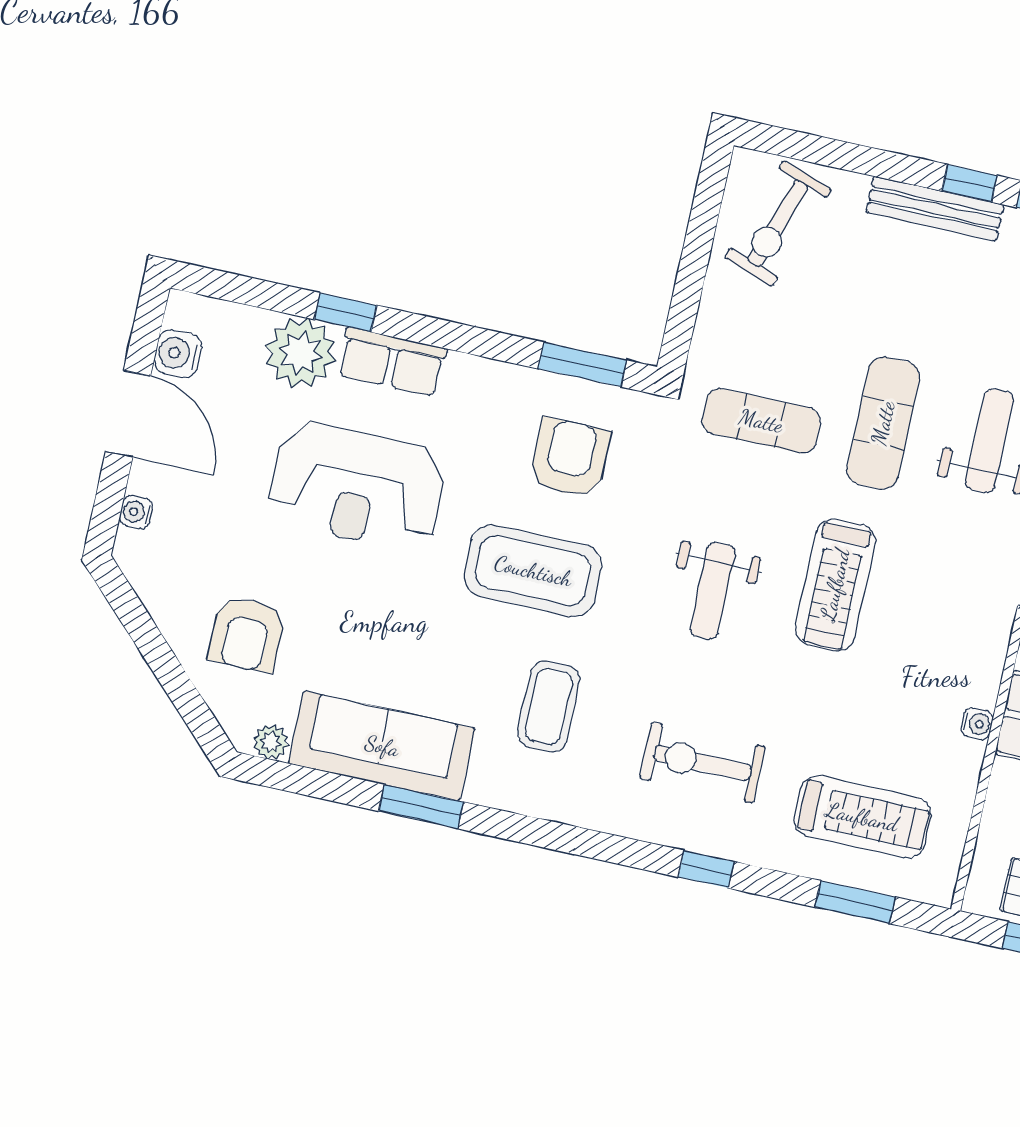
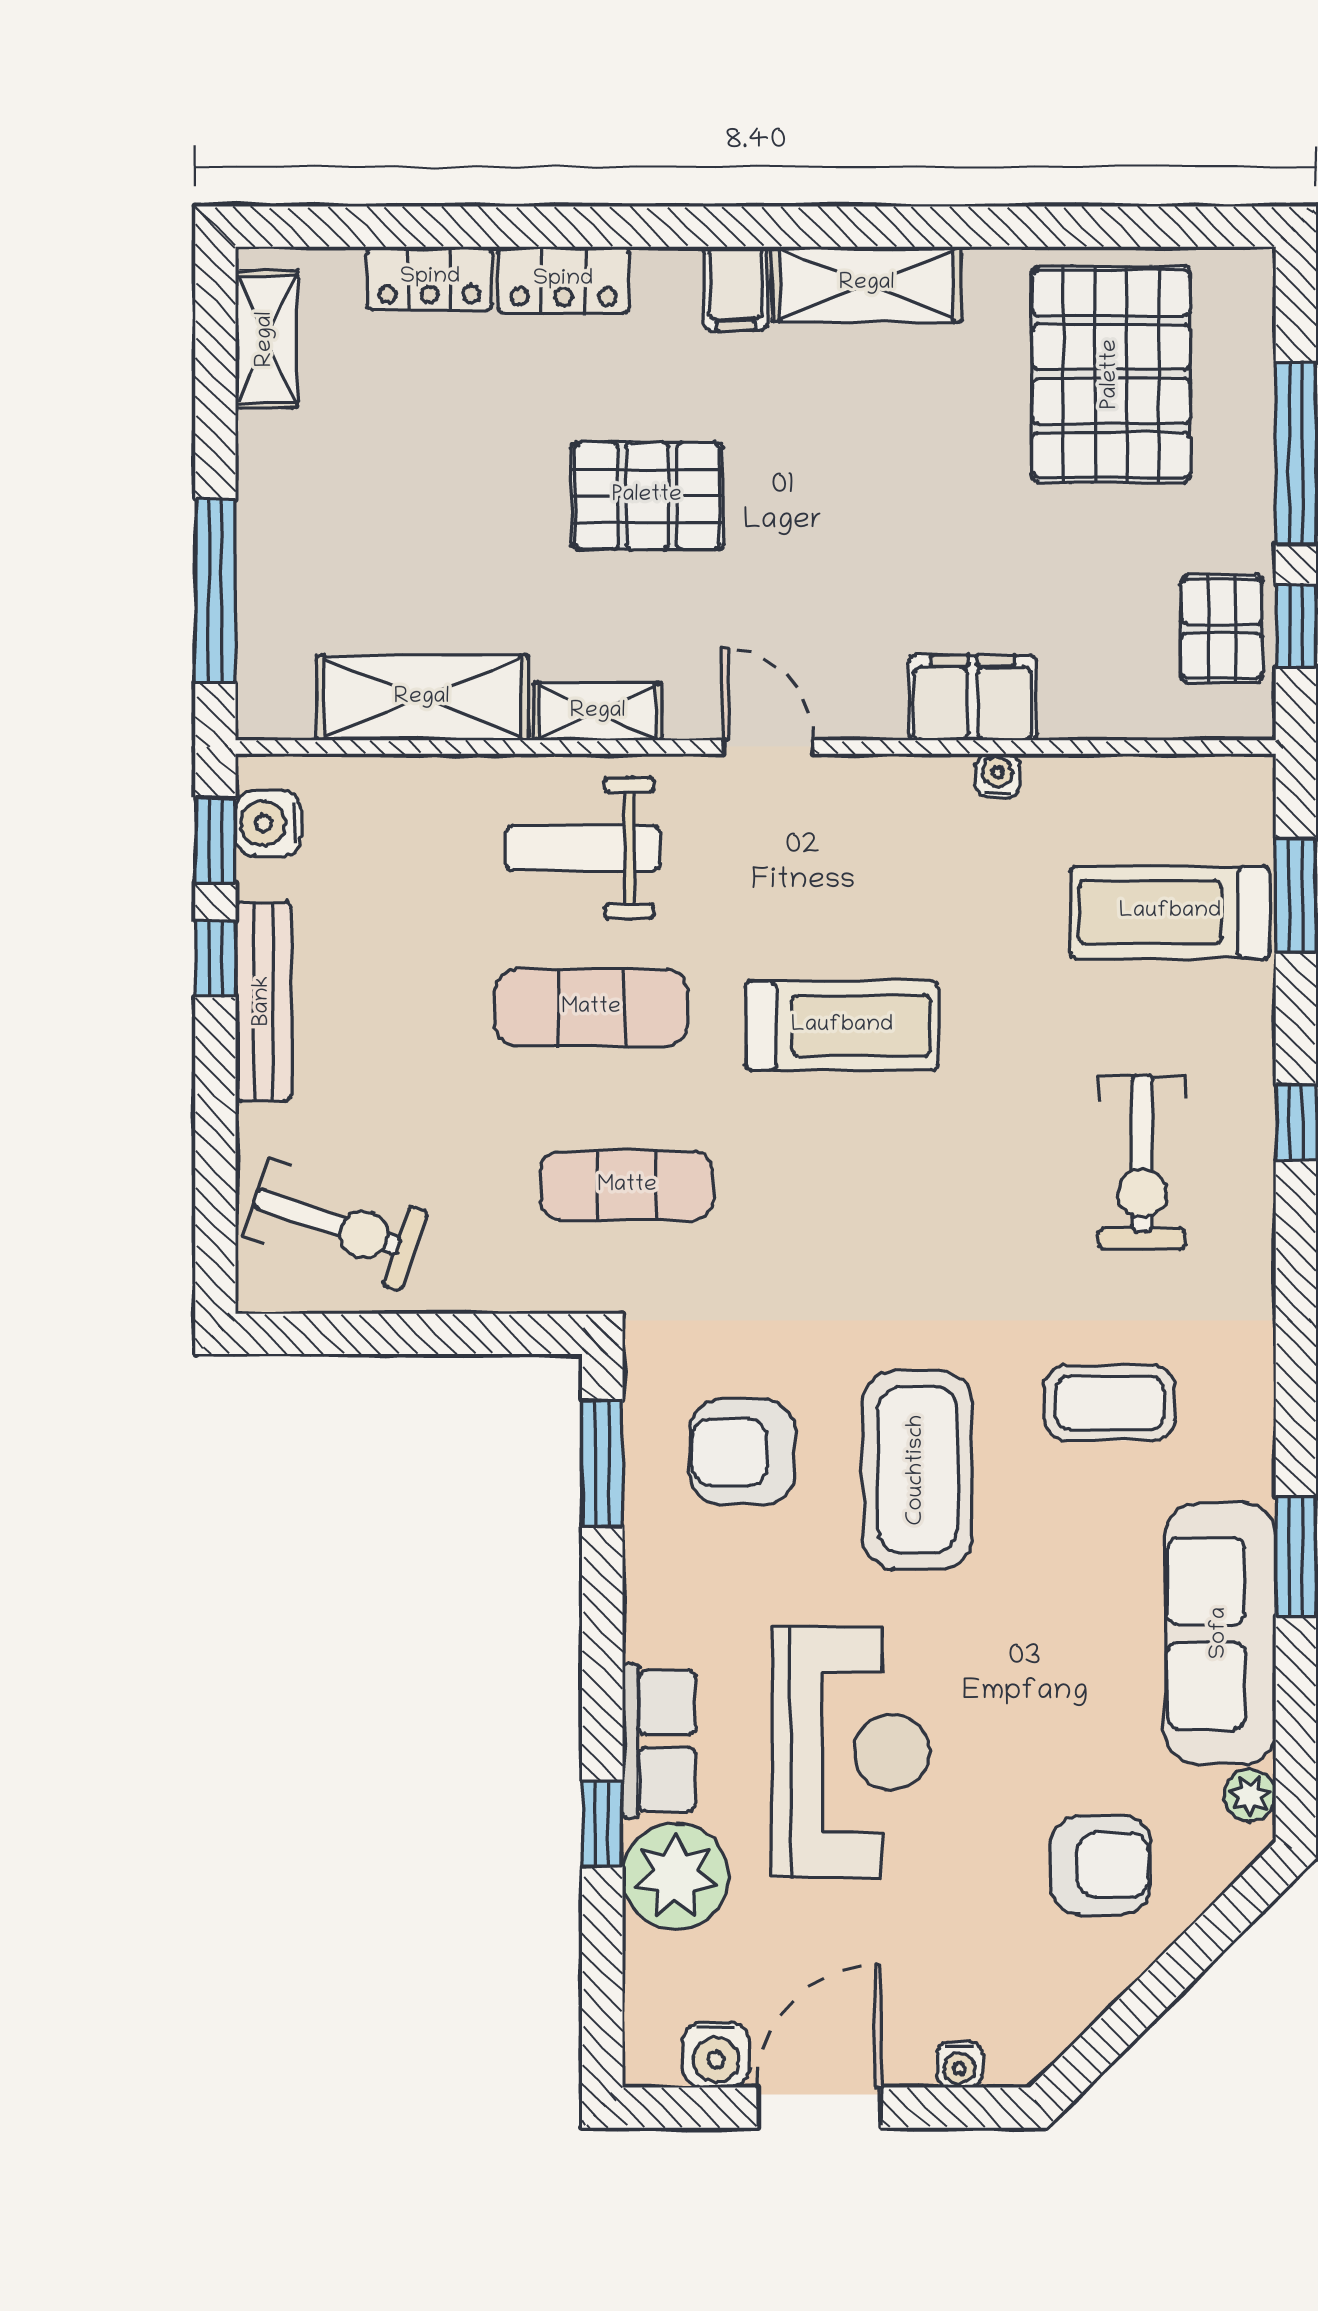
exercise mat: (761, 421) -> (627, 1186), turned 90
weight bench: (713, 591) -> (889, 1202), removed
treadmill: (862, 817) -> (1170, 912), turned -90

